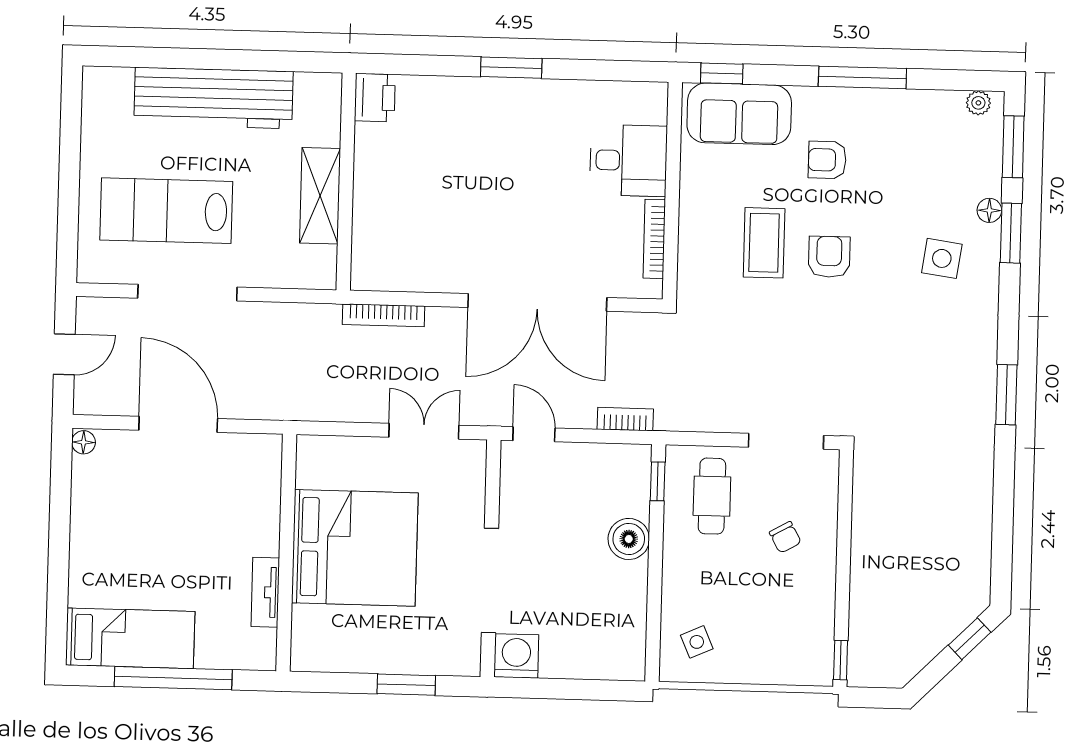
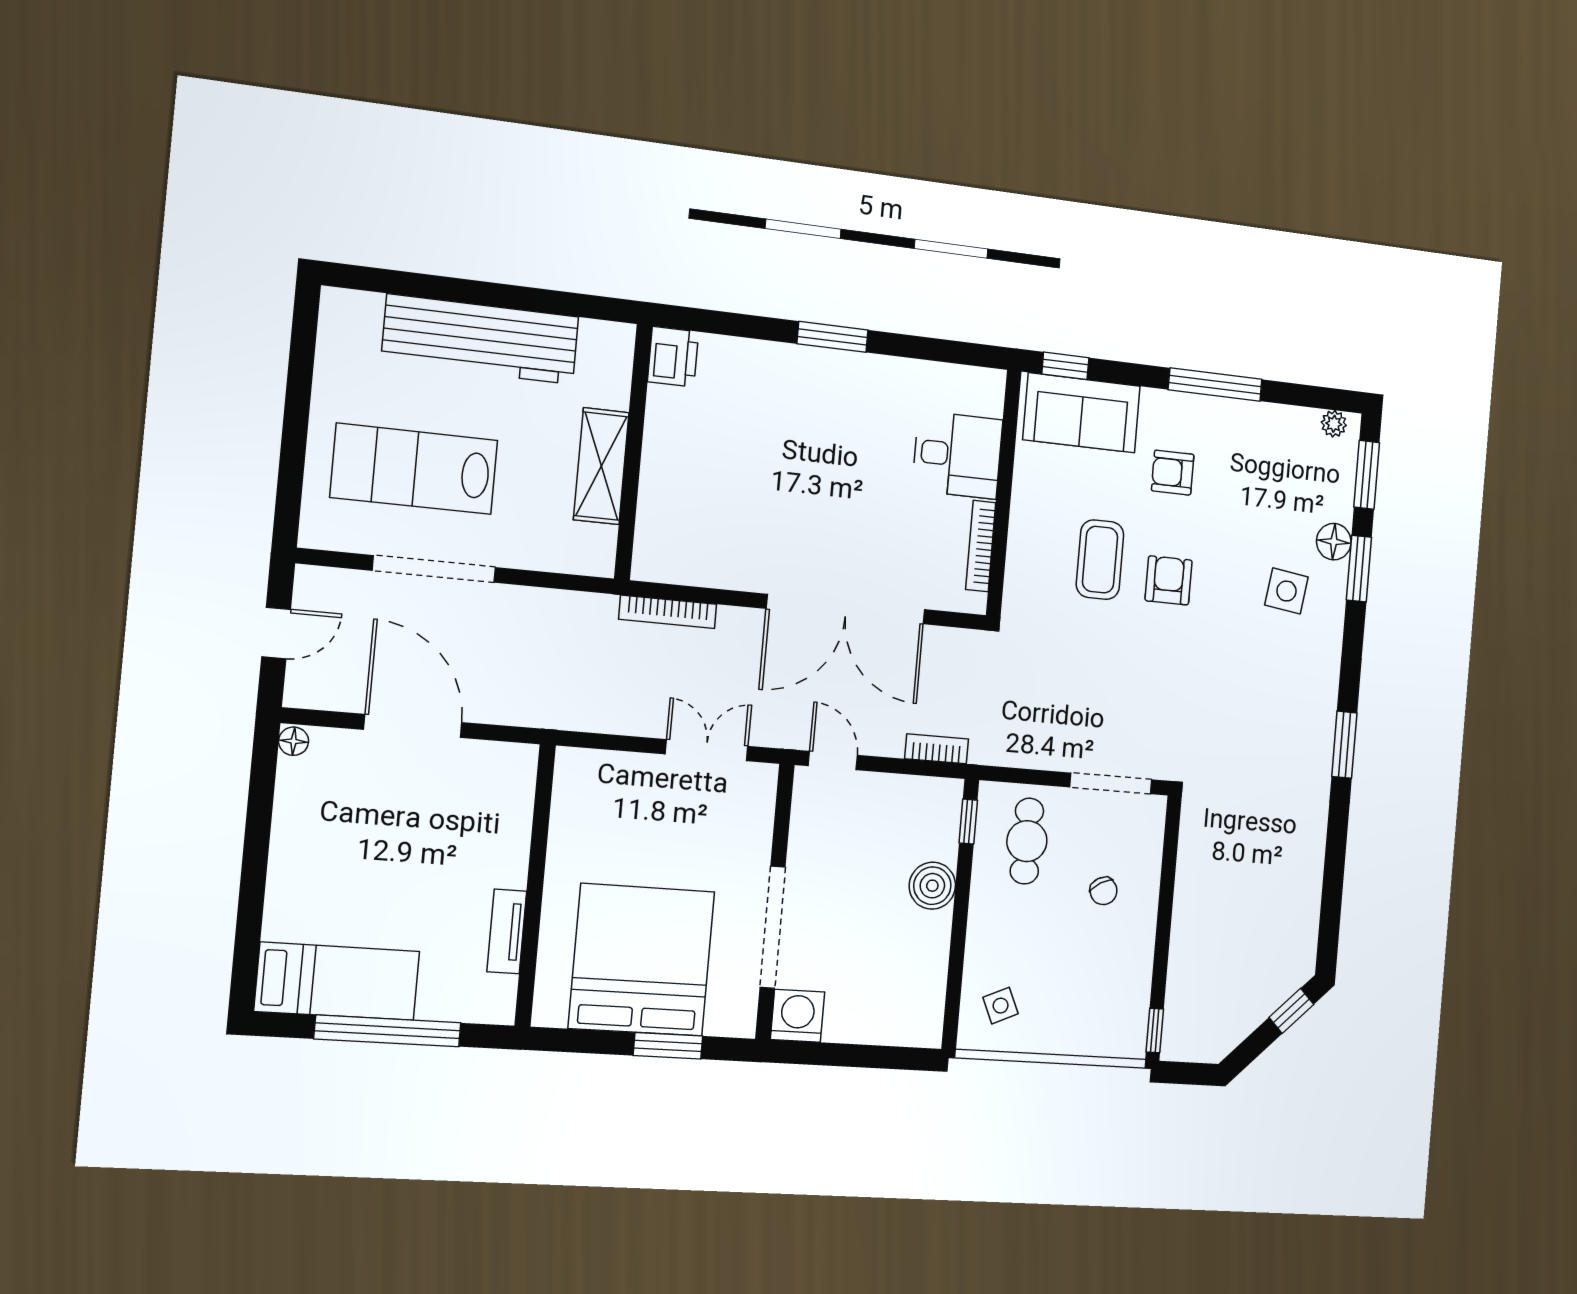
floor lamp: (989, 210) -> (1334, 542), width x1.37, depth x1.37
bed: (355, 548) -> (642, 960), moved, turned -90

